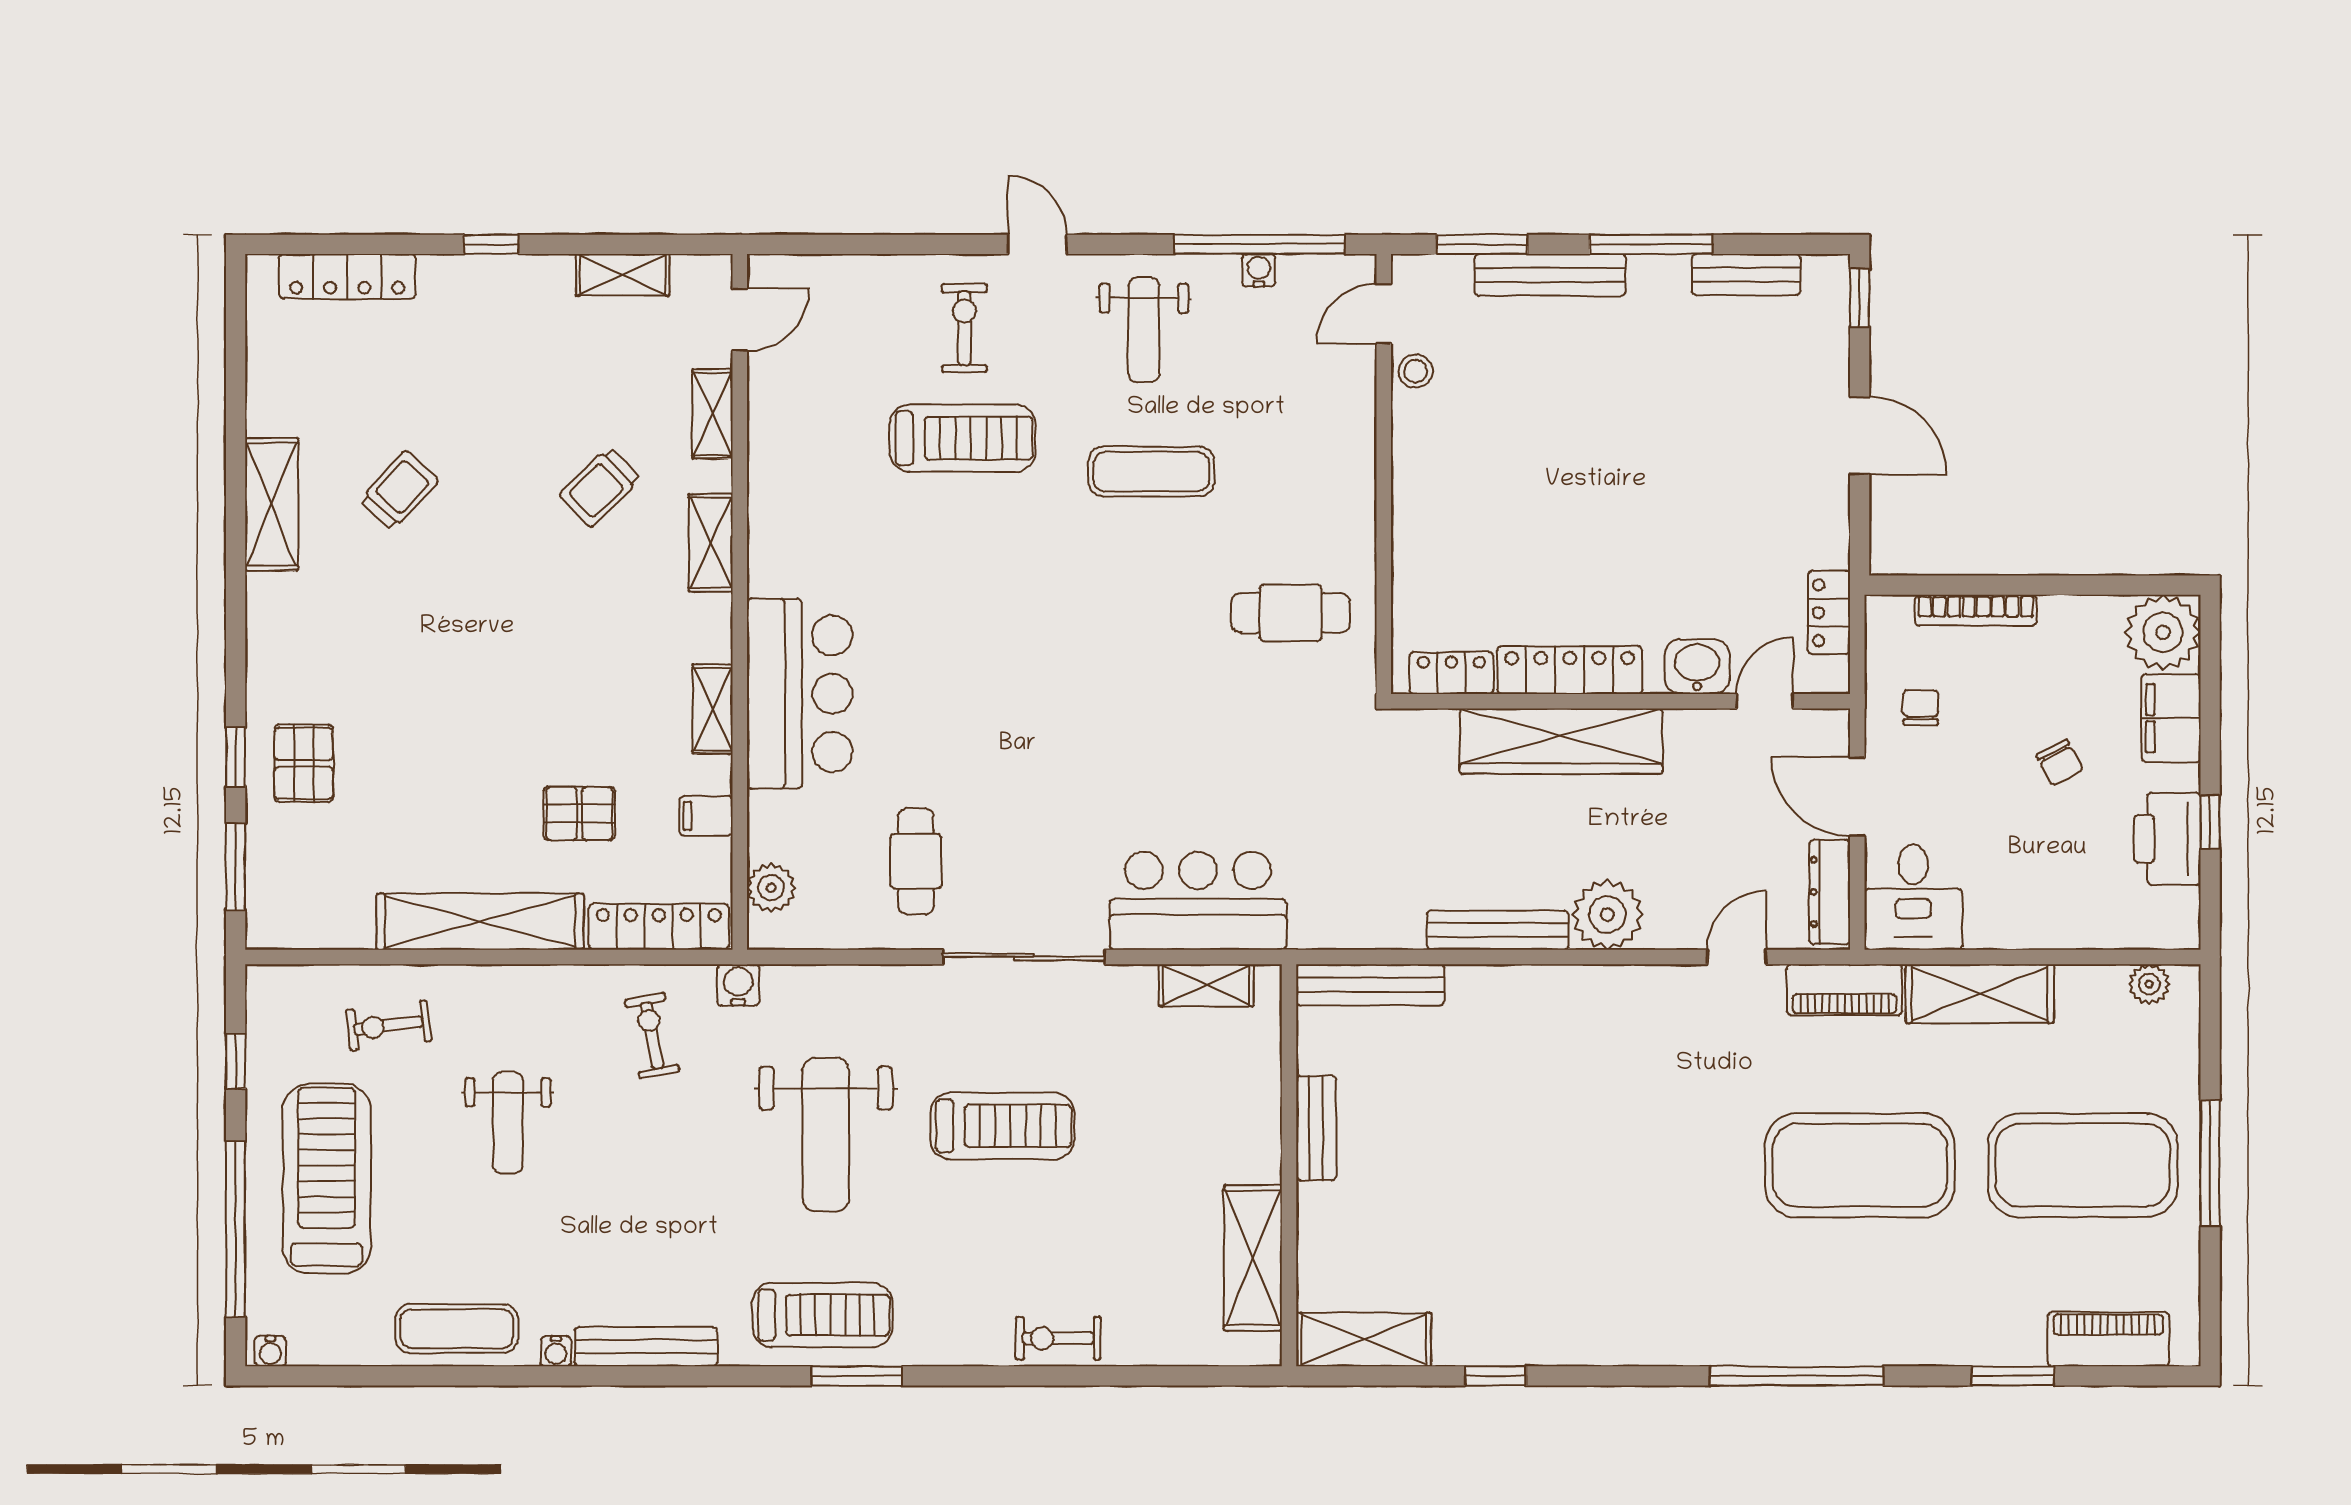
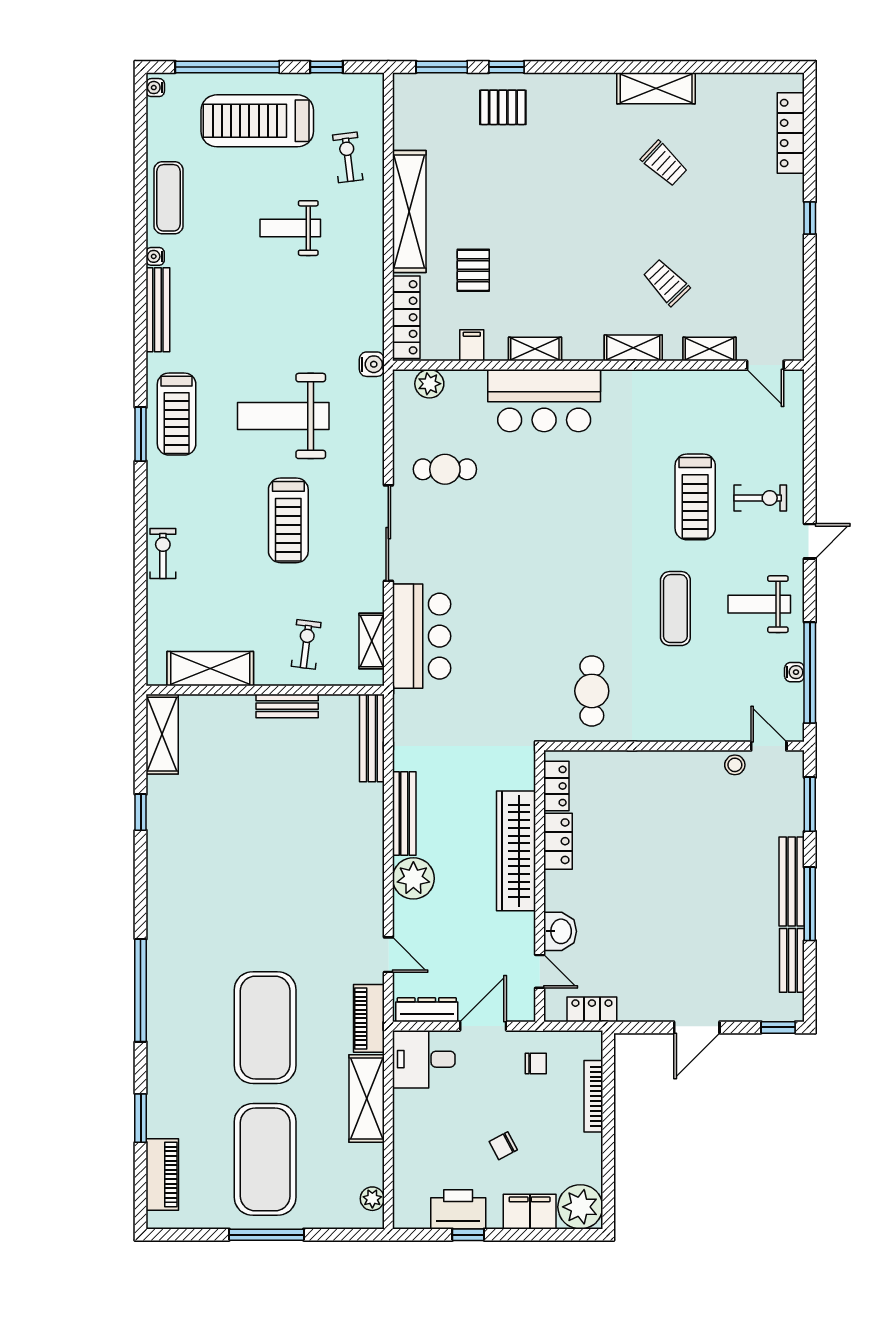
shelving: (623, 275) -> (792, 296), removed
bench: (1550, 275) -> (792, 881), moved
locker: (1570, 670) -> (558, 841), width x0.66
exercise bike: (652, 1035) -> (306, 644), moved, turned -72
treadmill: (327, 1179) -> (257, 121), turned 180

